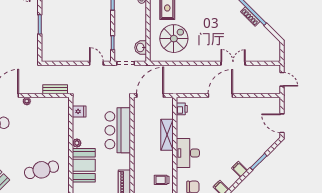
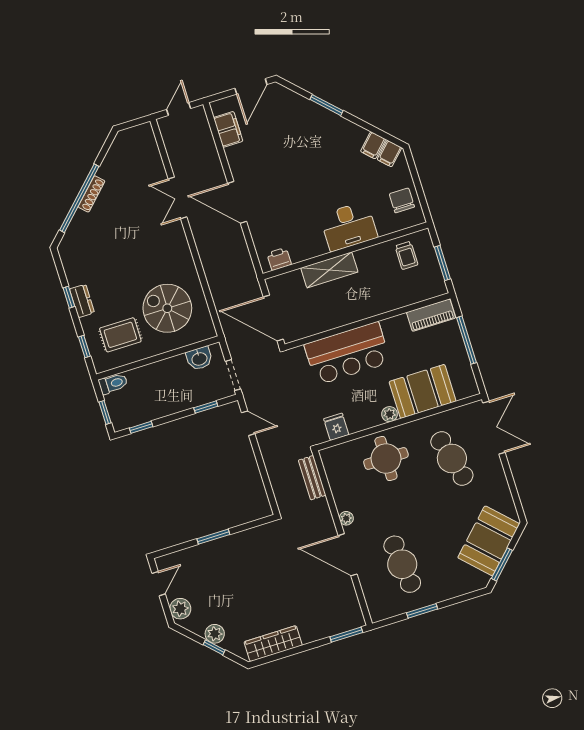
door: (96, 63) -> (248, 423), swing flipped
filing cabinet: (262, 103) -> (228, 129), added
round table: (53, 133) -> (386, 459), added
filing cabinet: (239, 169) -> (373, 145), moved

